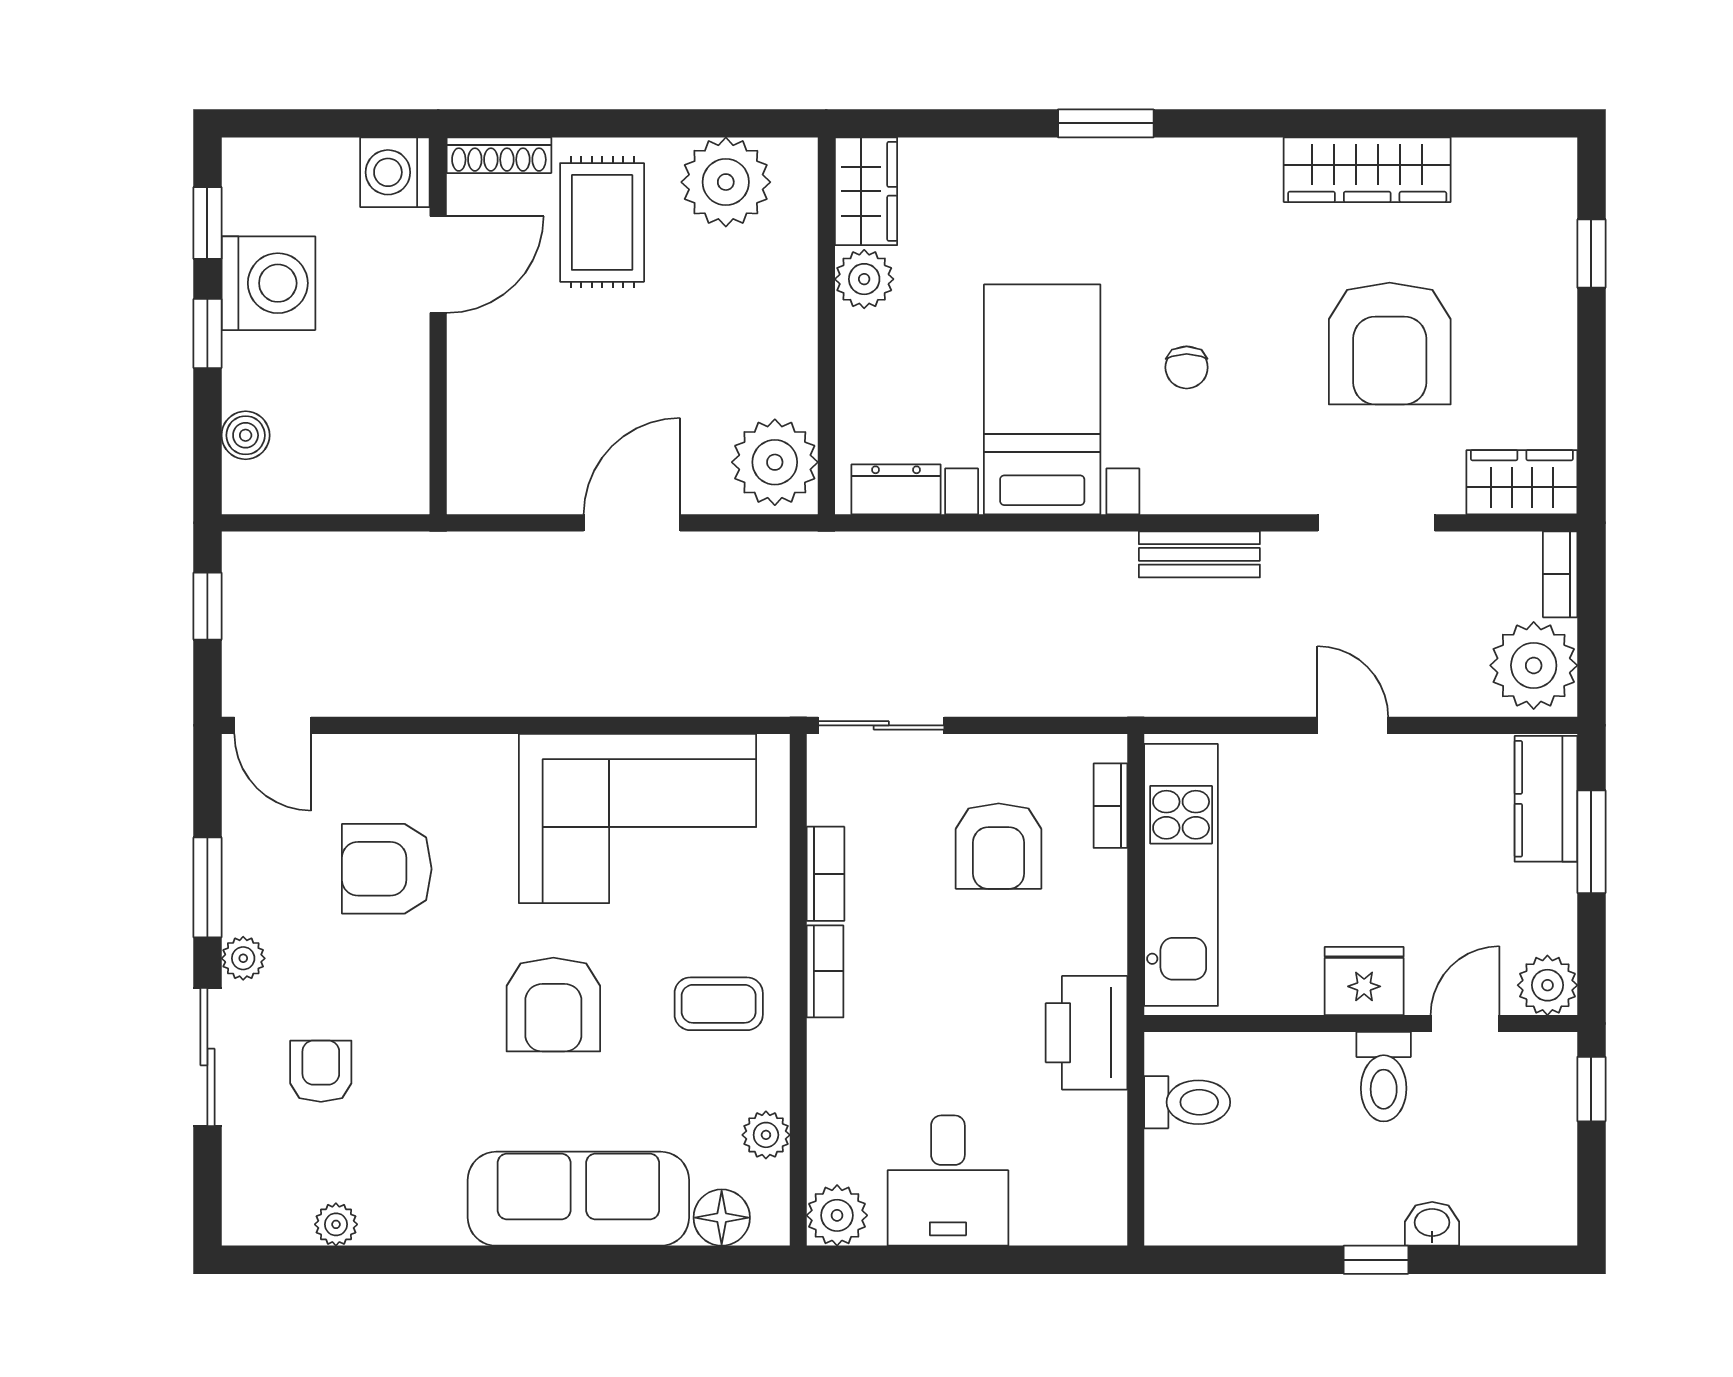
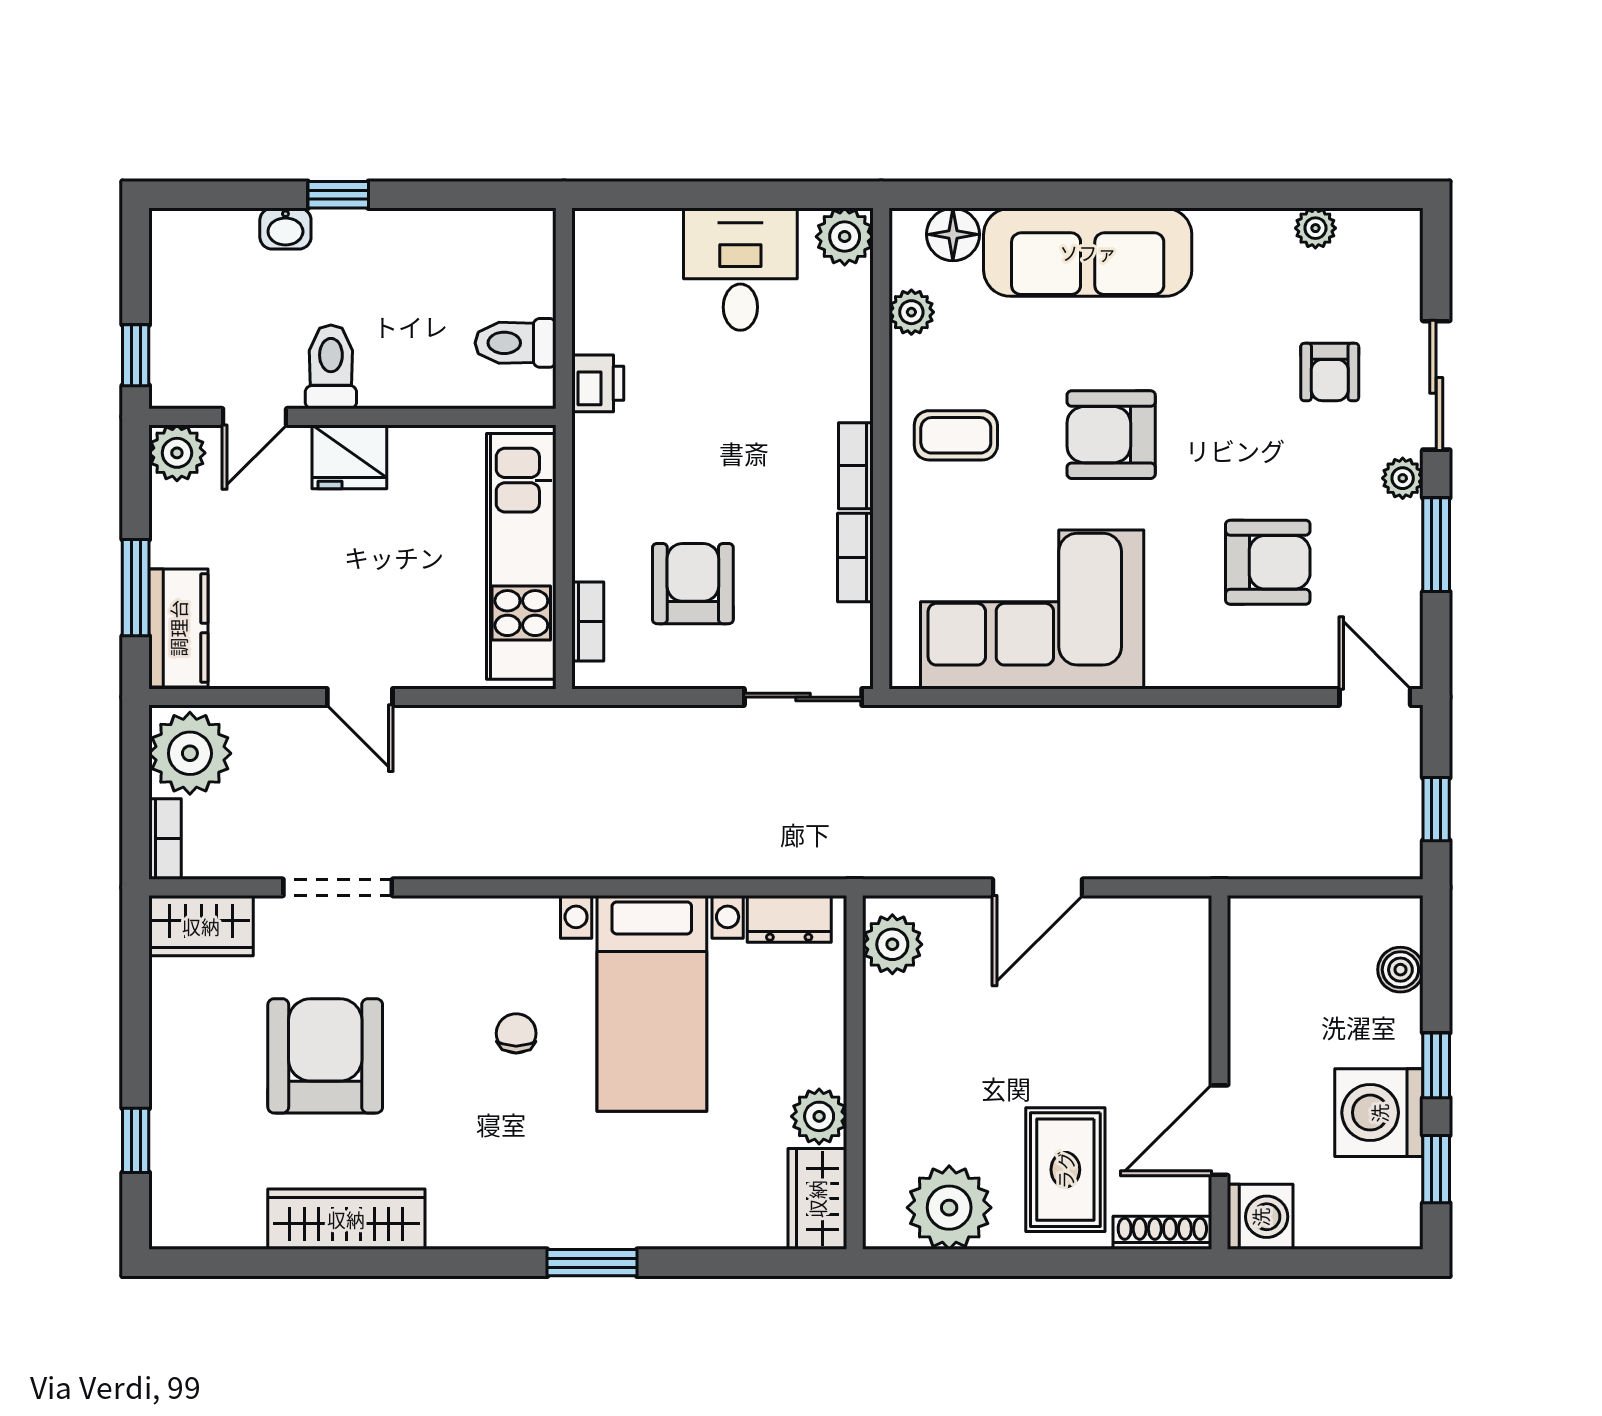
plant: (775, 462) -> (892, 944), width x0.73, depth x0.73
bench: (1199, 554) -> (504, 858), removed
armchair: (553, 1005) -> (1111, 435), turned -90
printer: (1086, 1033) -> (598, 383), width x0.53, depth x0.68

